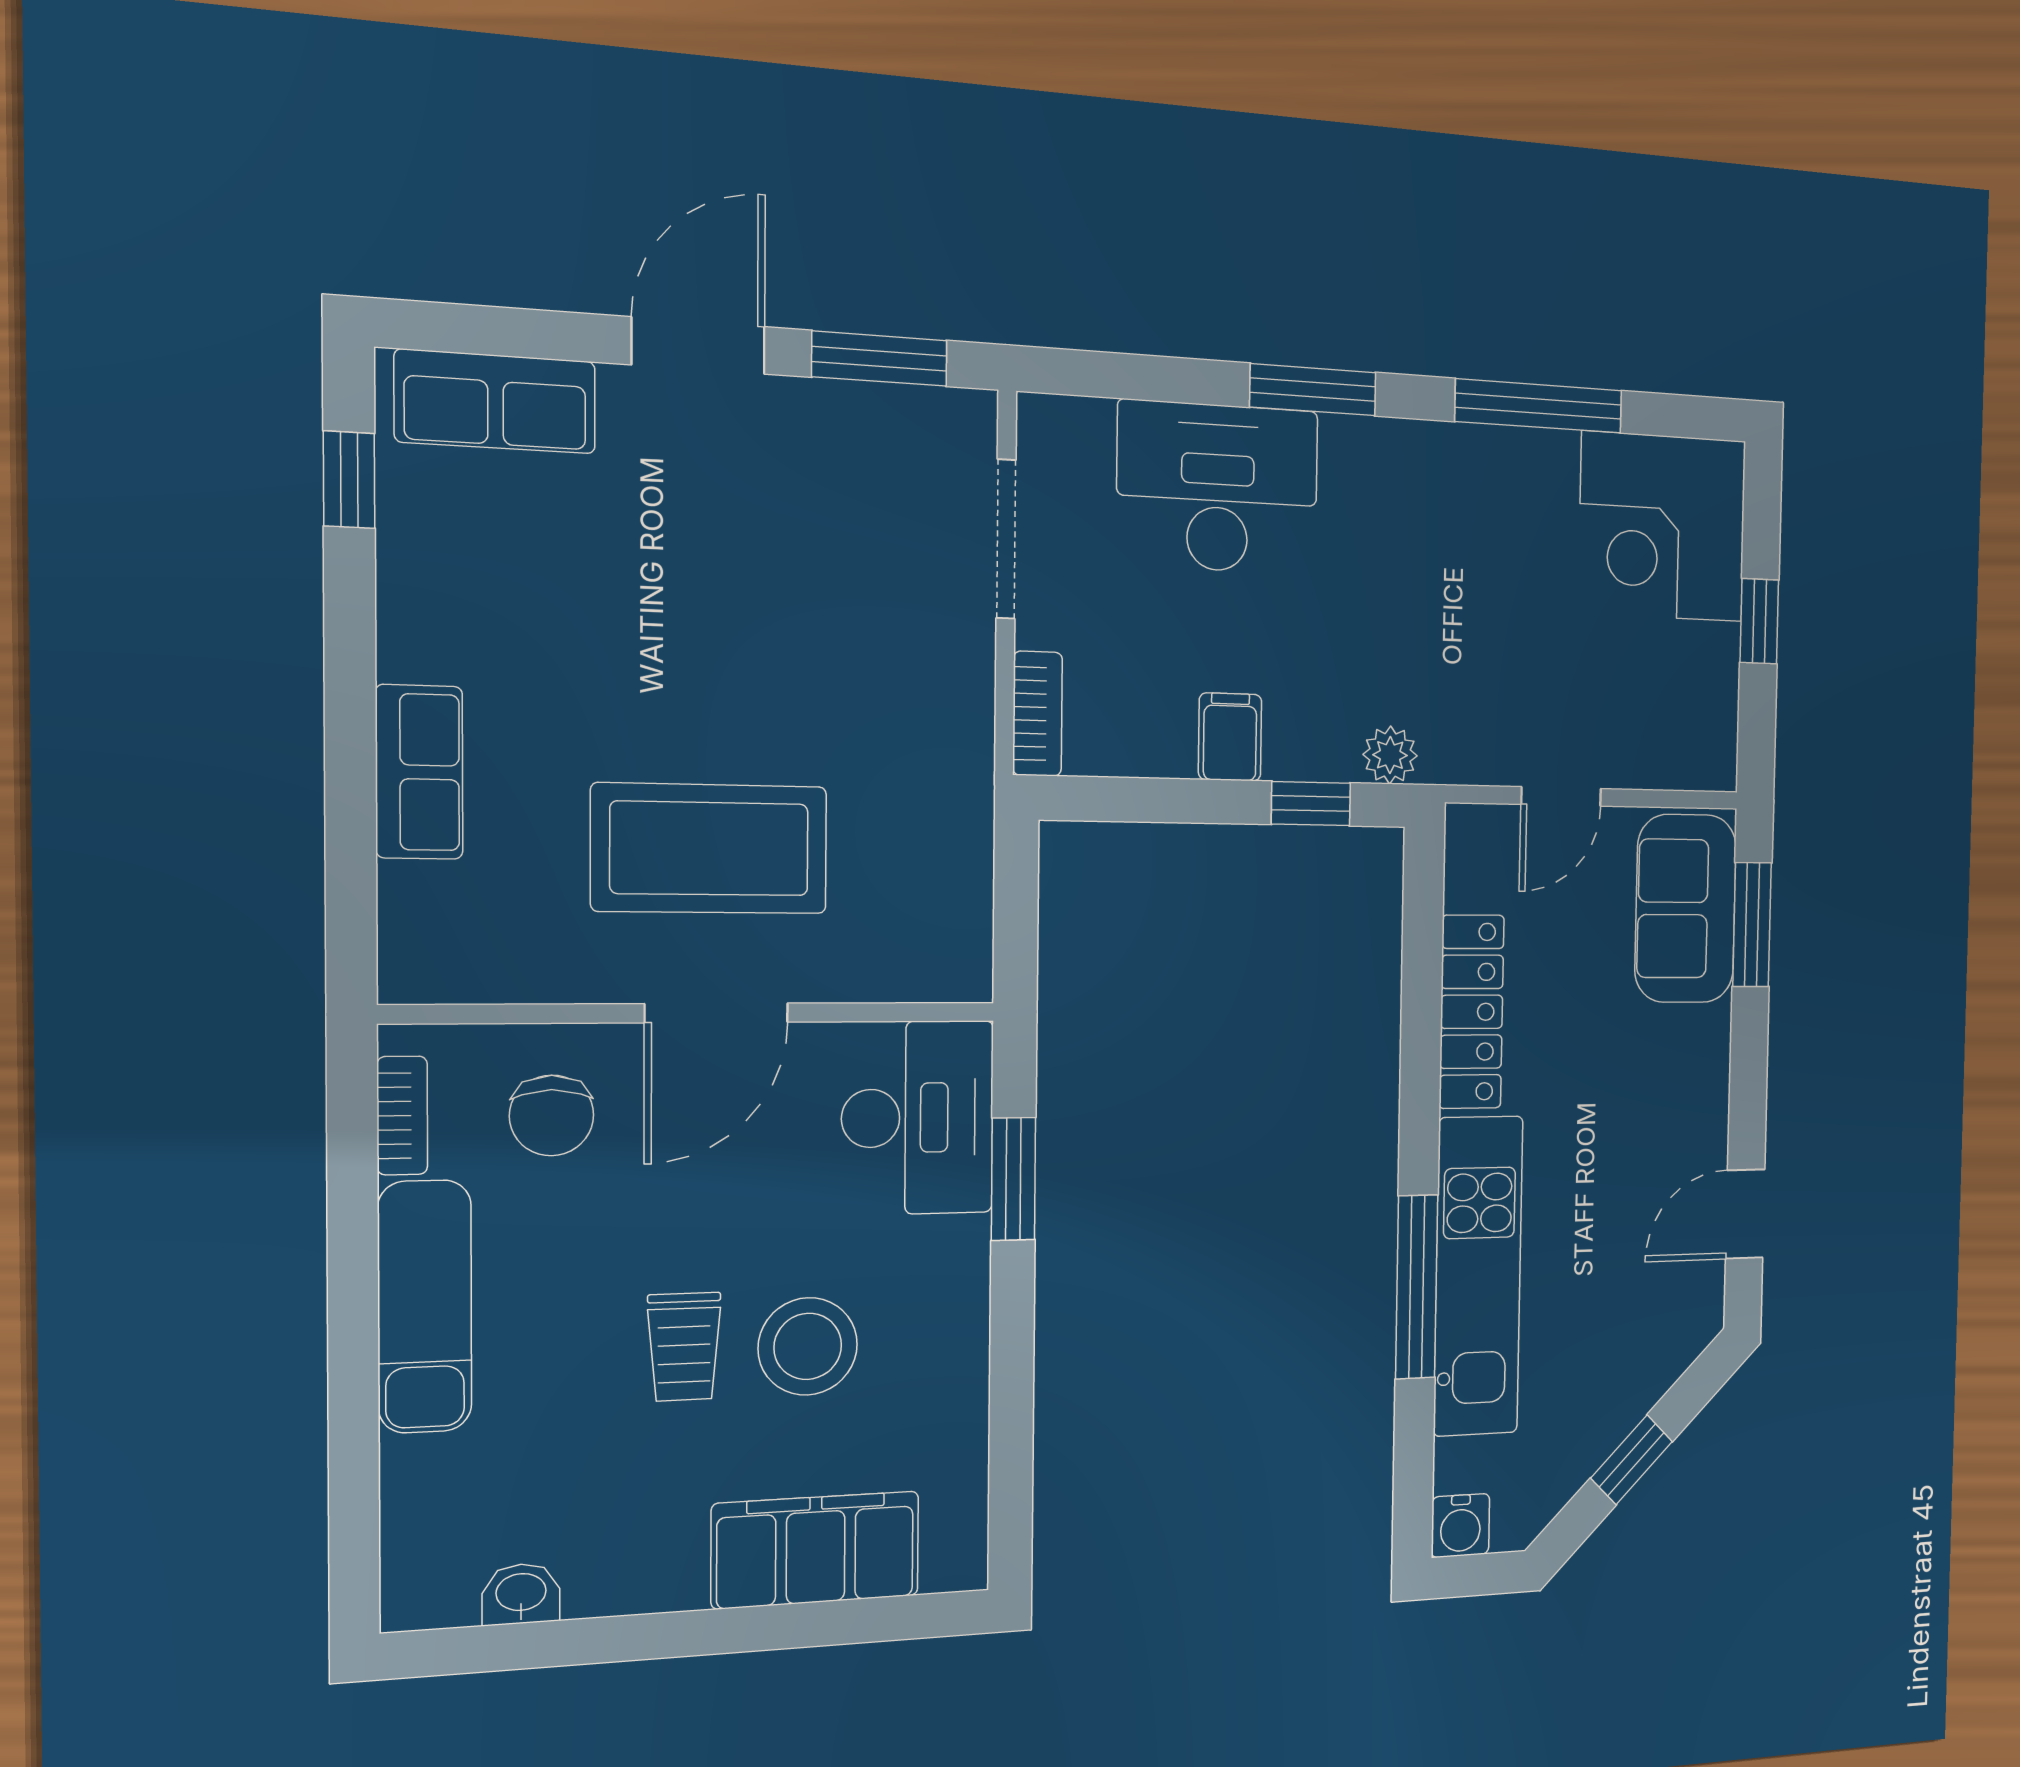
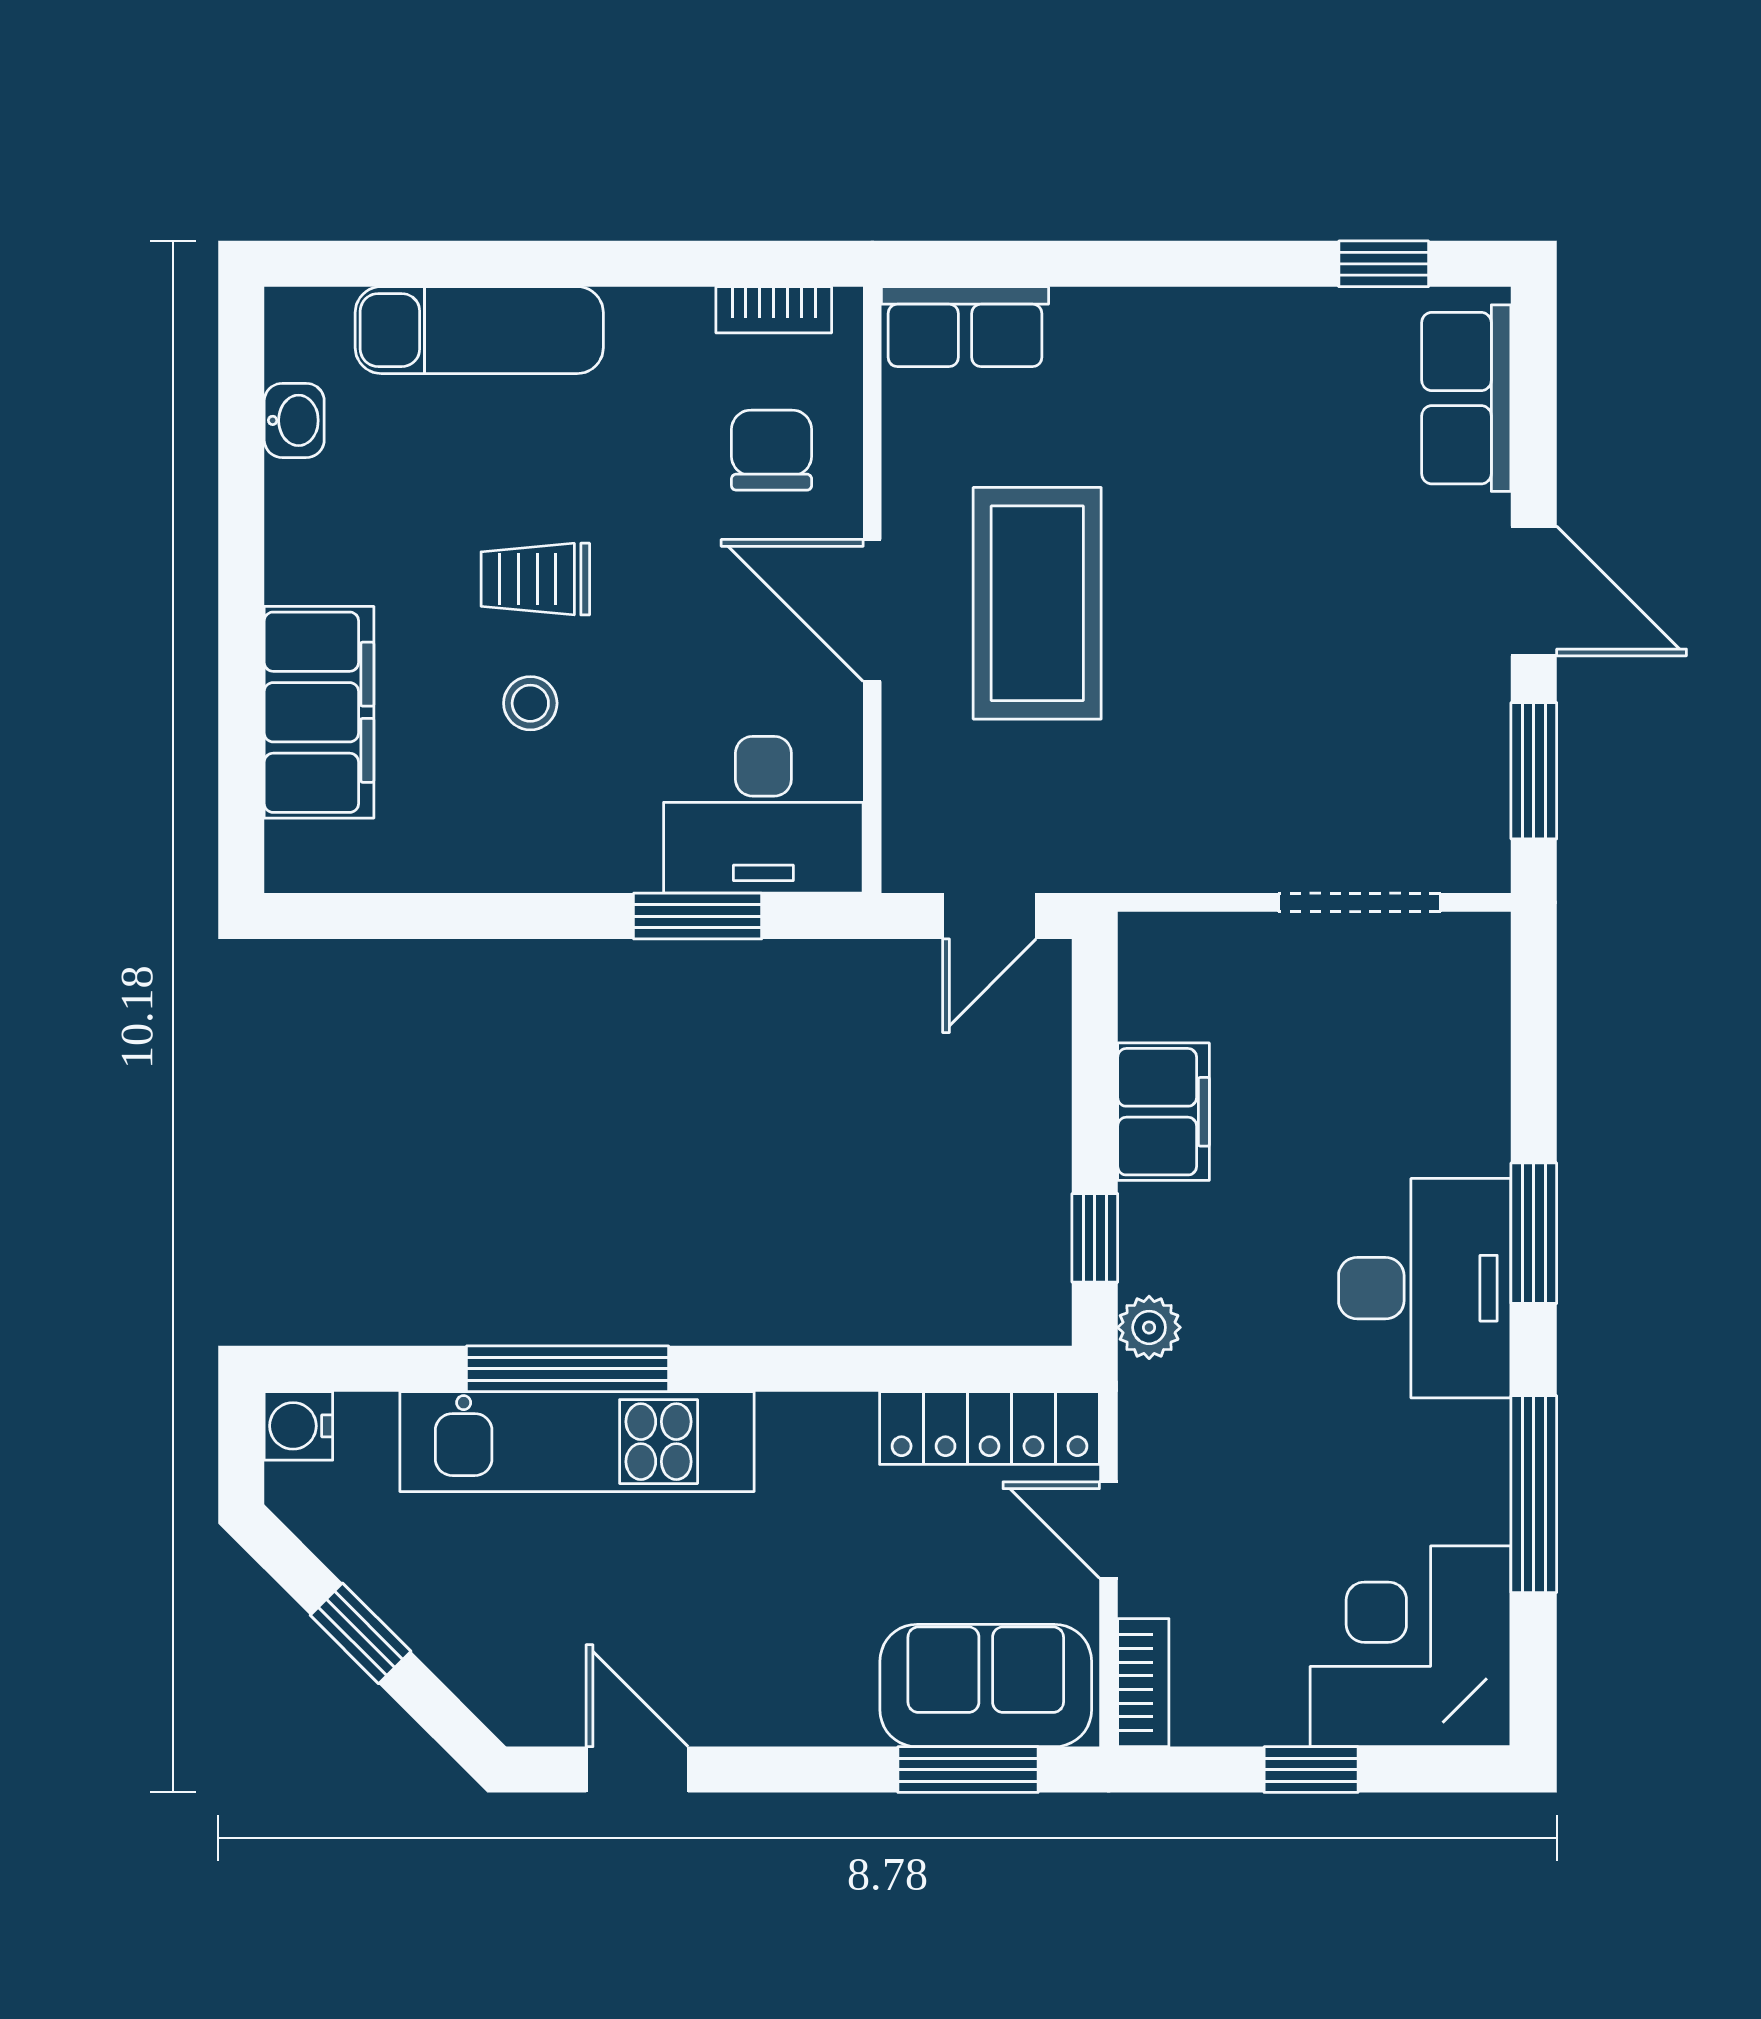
desk: (1218, 488) -> (1425, 1288), moved
bookcase: (1037, 714) -> (1143, 1683), moved, turned -90
filing cabinet: (1230, 737) -> (1164, 1112), width x2.00
row of seats: (419, 772) -> (965, 327), moved
door: (1016, 899) -> (989, 916), added
locker: (1472, 1012) -> (989, 1428), moved
chair: (552, 1115) -> (772, 450), turned 90
exam couch: (425, 1307) -> (479, 330), moved
stool: (808, 1346) -> (530, 703), width x0.53, depth x0.53

